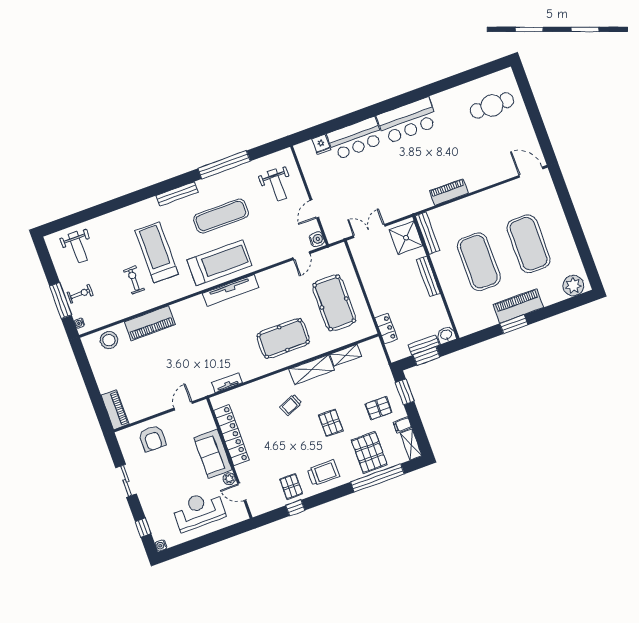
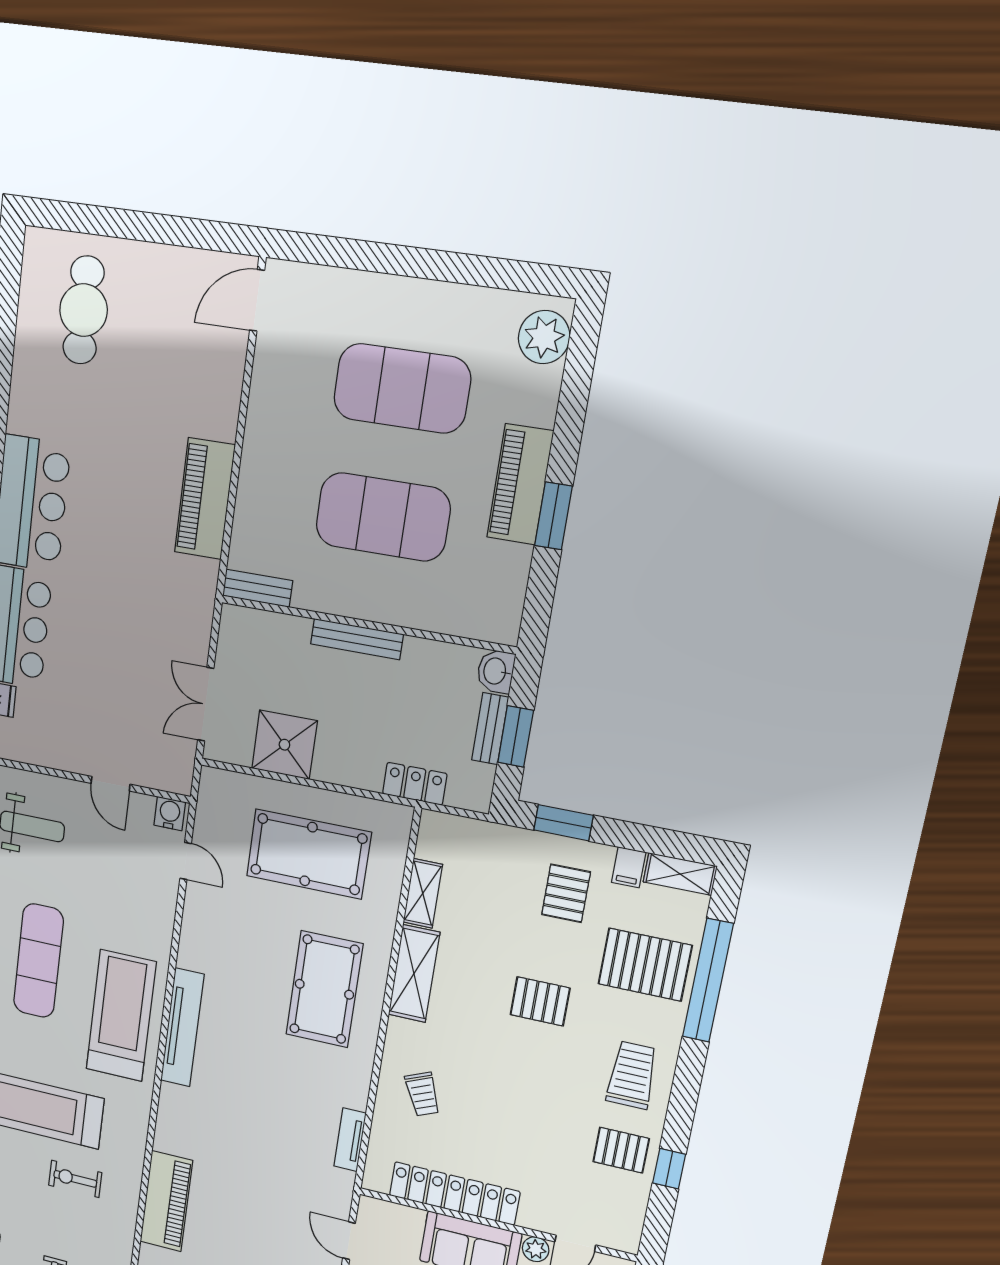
piano: (449, 192) -> (205, 499), width x1.37, depth x1.33
bench: (428, 233) -> (258, 588), width x0.73
shower: (406, 238) -> (284, 745), moved
trolley: (291, 405) -> (423, 1094), moved

